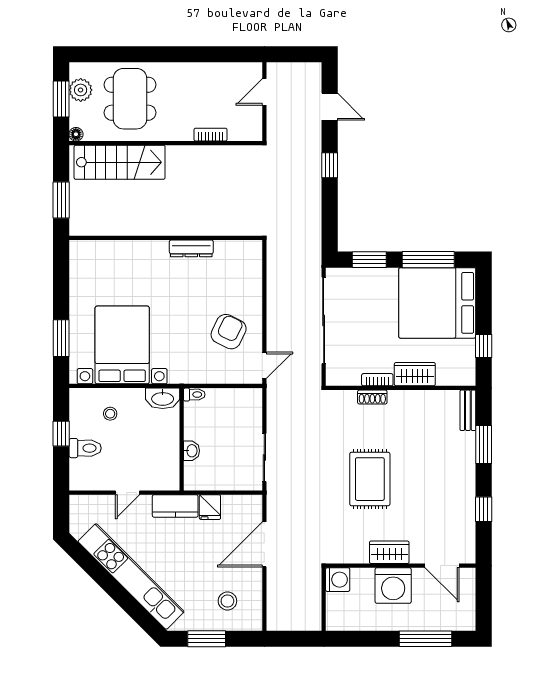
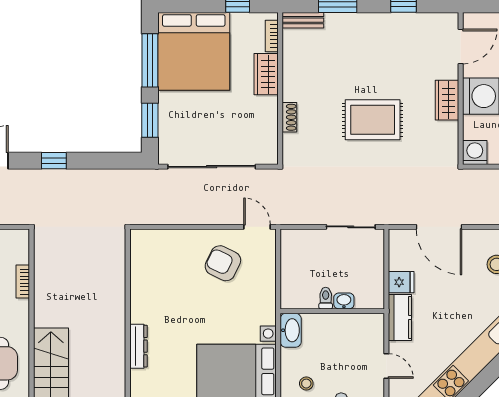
dresser: (191, 248) -> (138, 346), moved
bookcase: (377, 380) -> (272, 36), moved
toilet: (194, 395) -> (326, 298), moved

